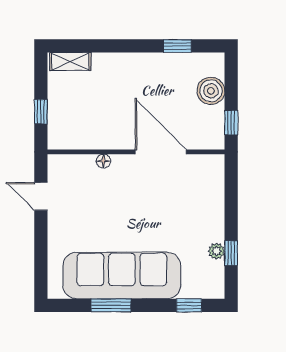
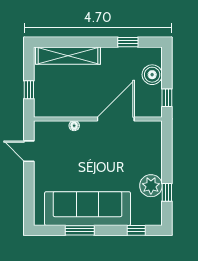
shelving: (70, 62) -> (68, 56), width x2.20, depth x1.33
door: (161, 152) -> (116, 119), hinge flipped
plant: (216, 251) -> (151, 186), width x1.88, depth x1.88

